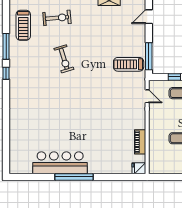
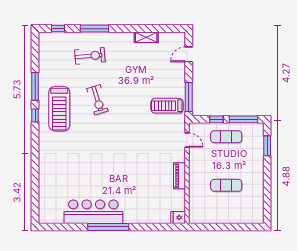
treadmill: (23, 25) -> (59, 109), moved, width x1.37, depth x1.38
piano: (140, 142) -> (179, 176), moved

